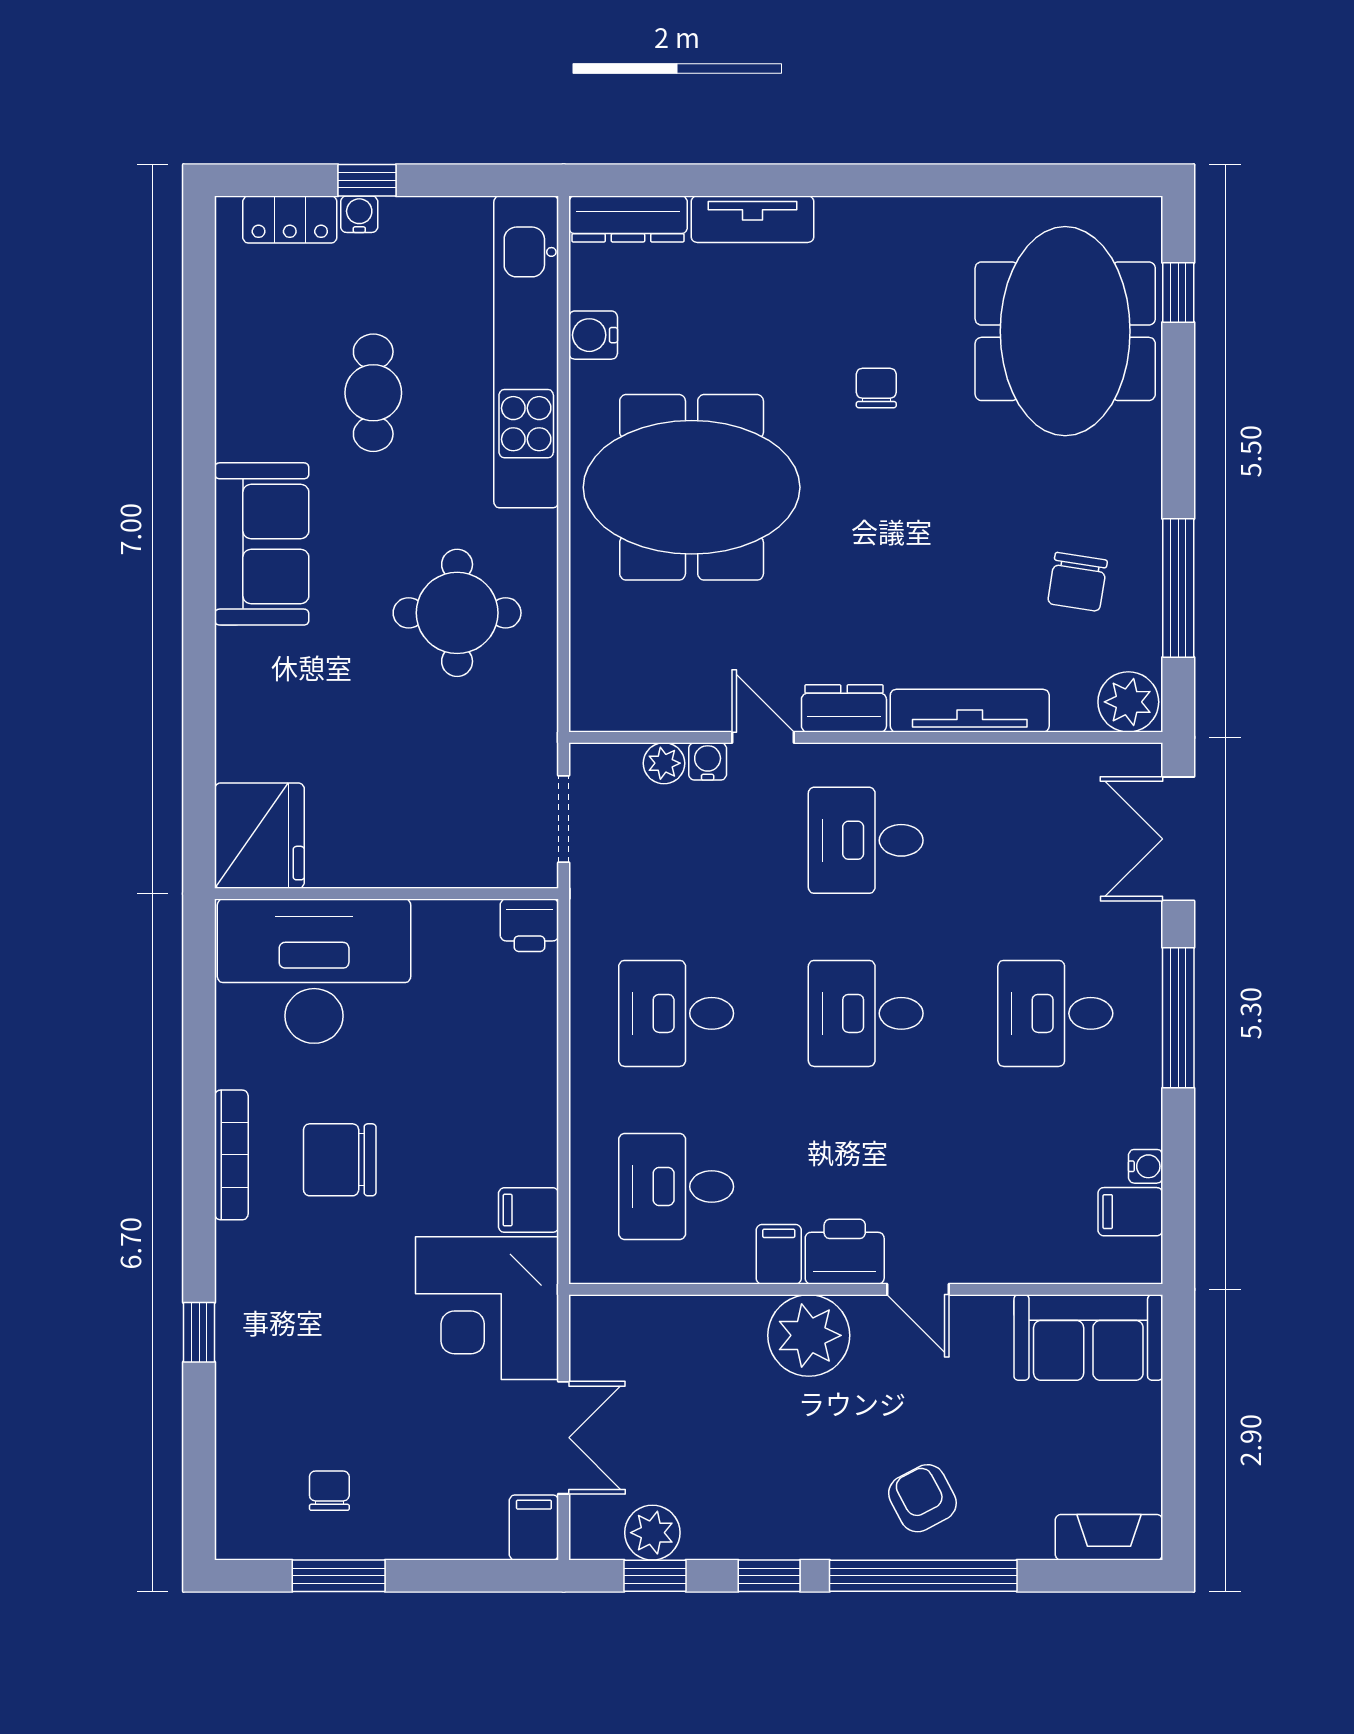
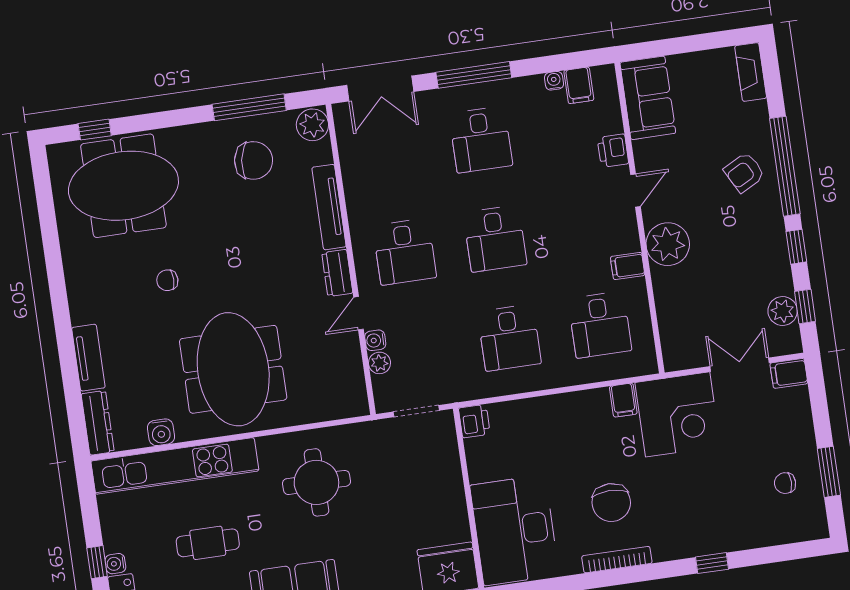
chair: (1077, 582) -> (254, 160), width x1.37, depth x1.37
printer: (845, 1252) -> (613, 151), moved, width x0.73, depth x0.81

